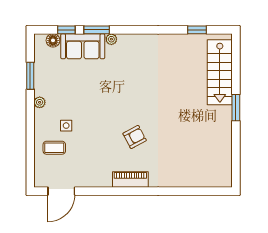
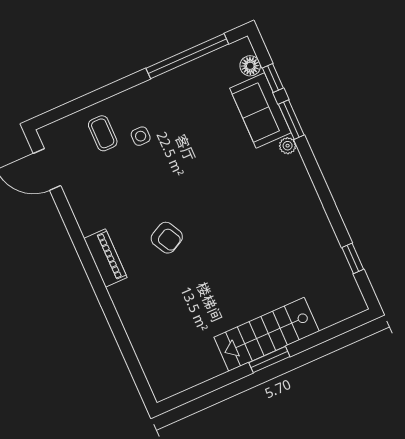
stairs: (220, 72) -> (267, 334), moved
window: (30, 76) -> (187, 56), width x2.11
plant: (40, 102) -> (156, 85), removed

